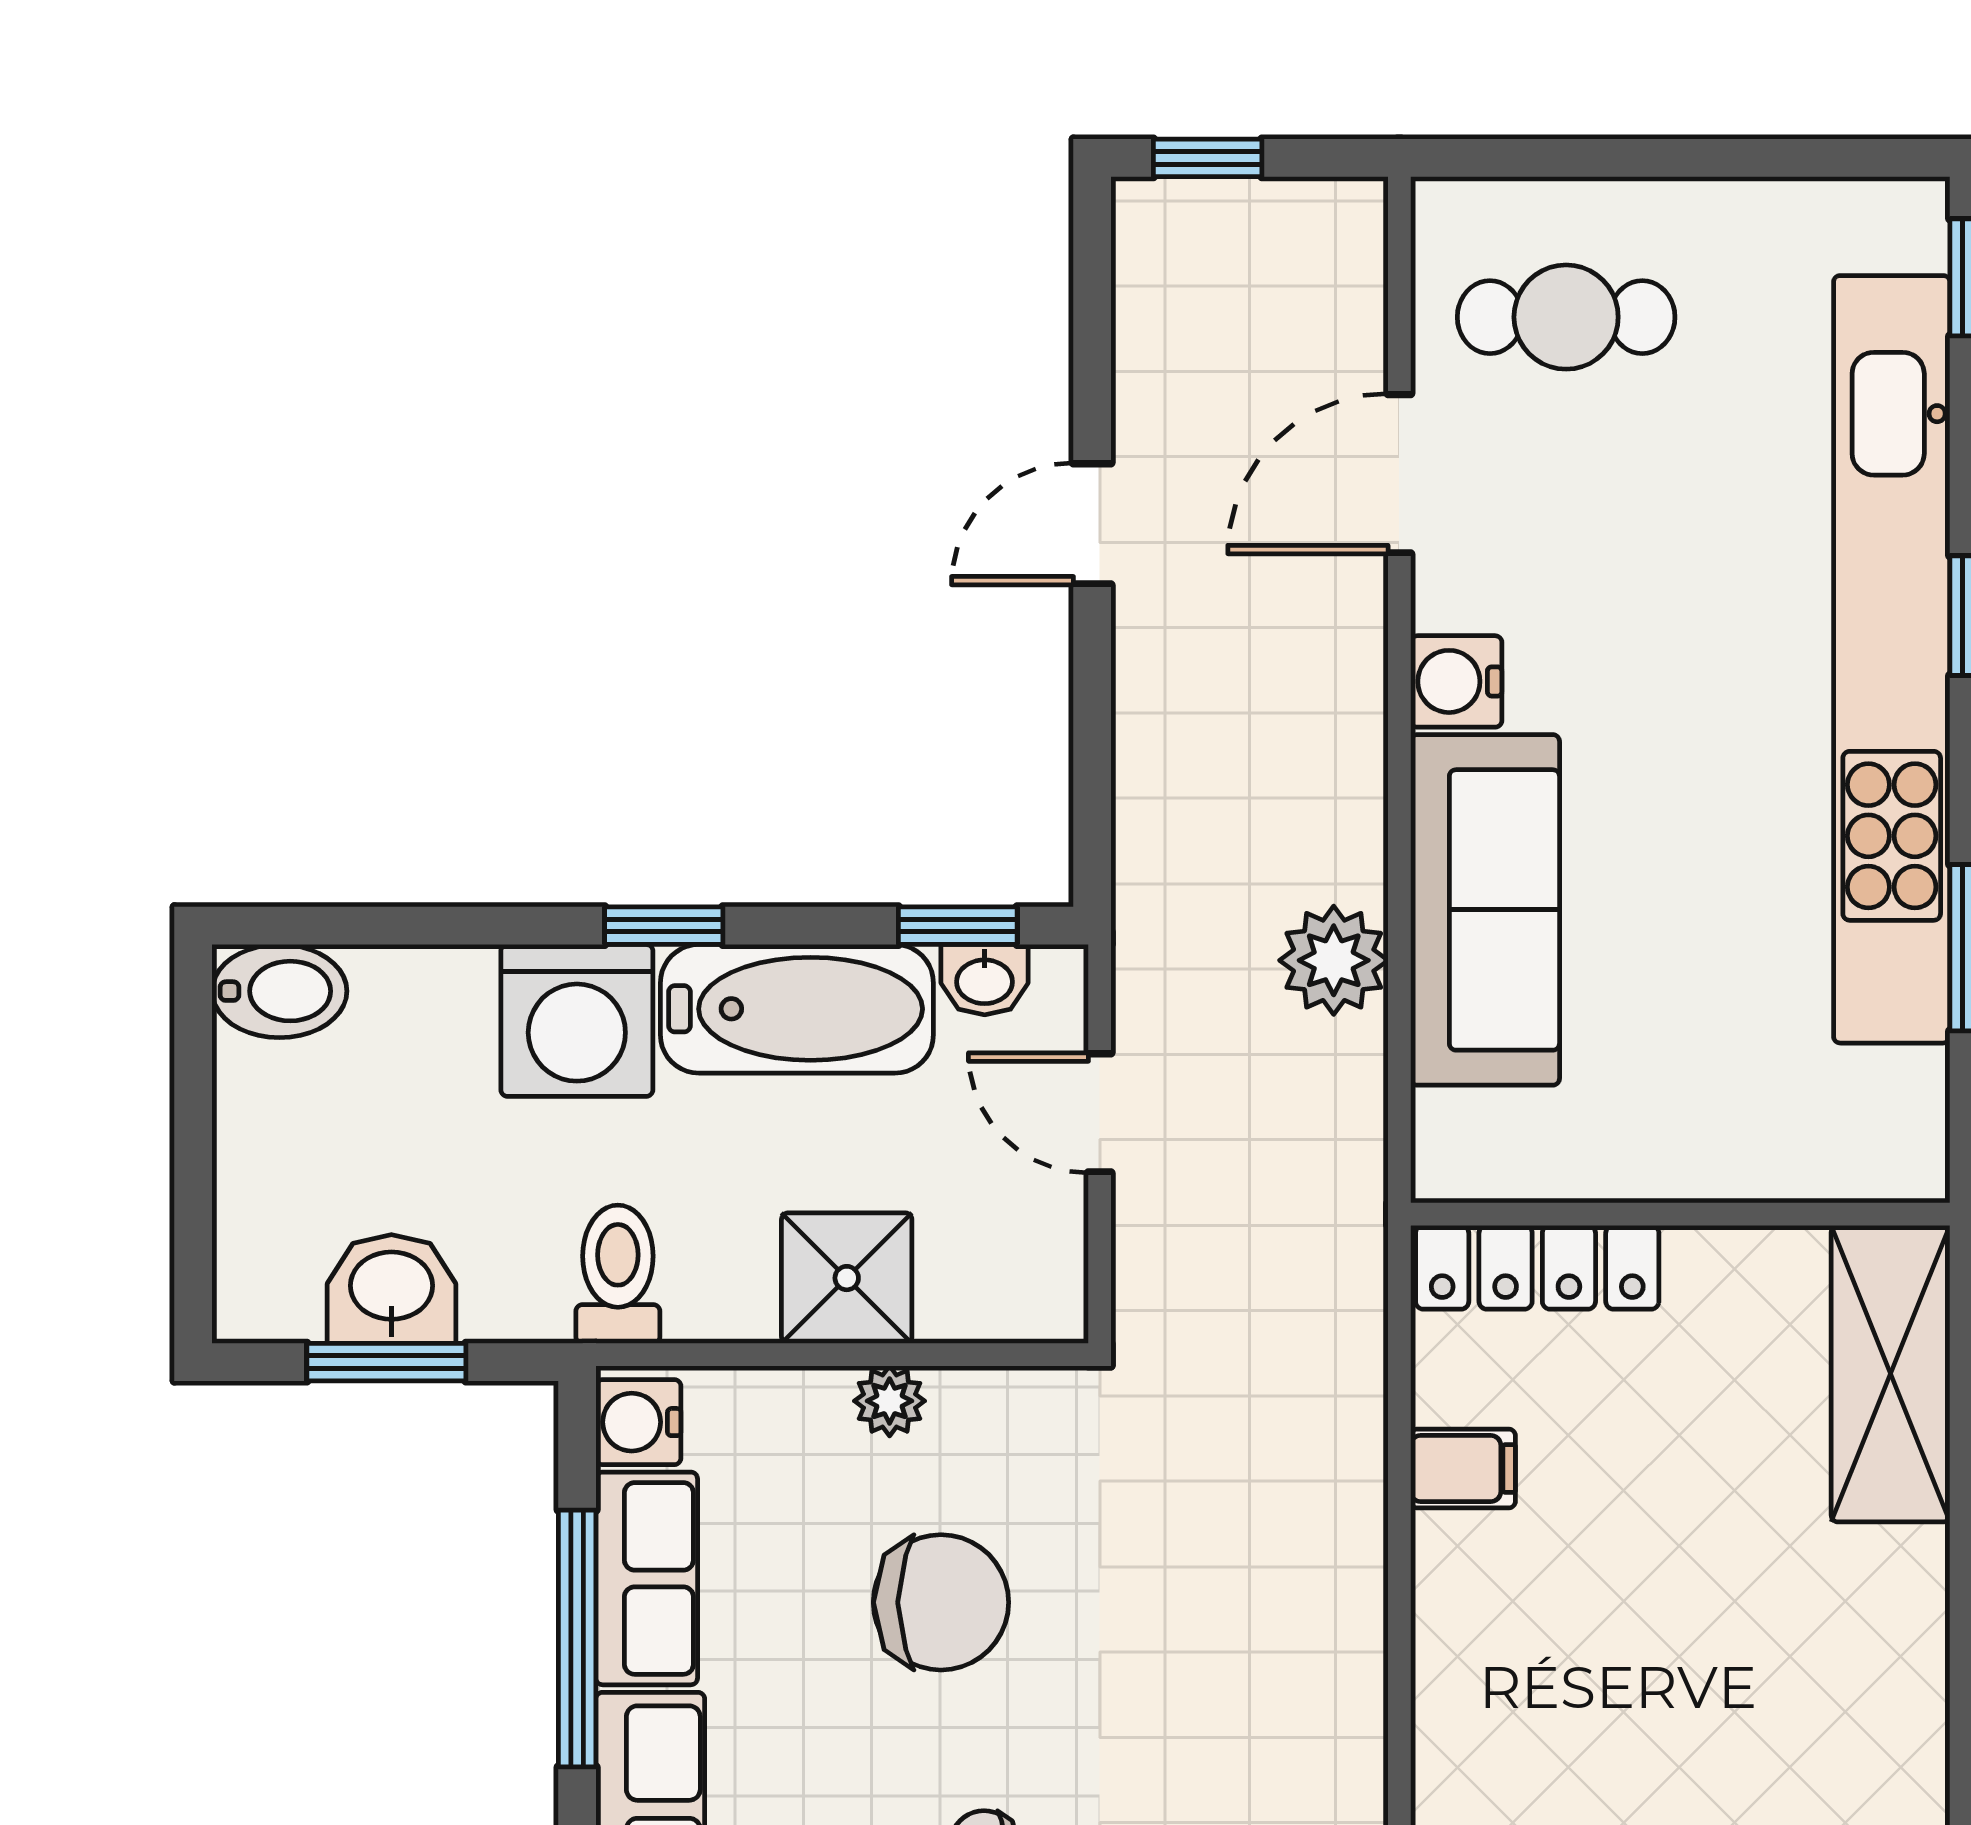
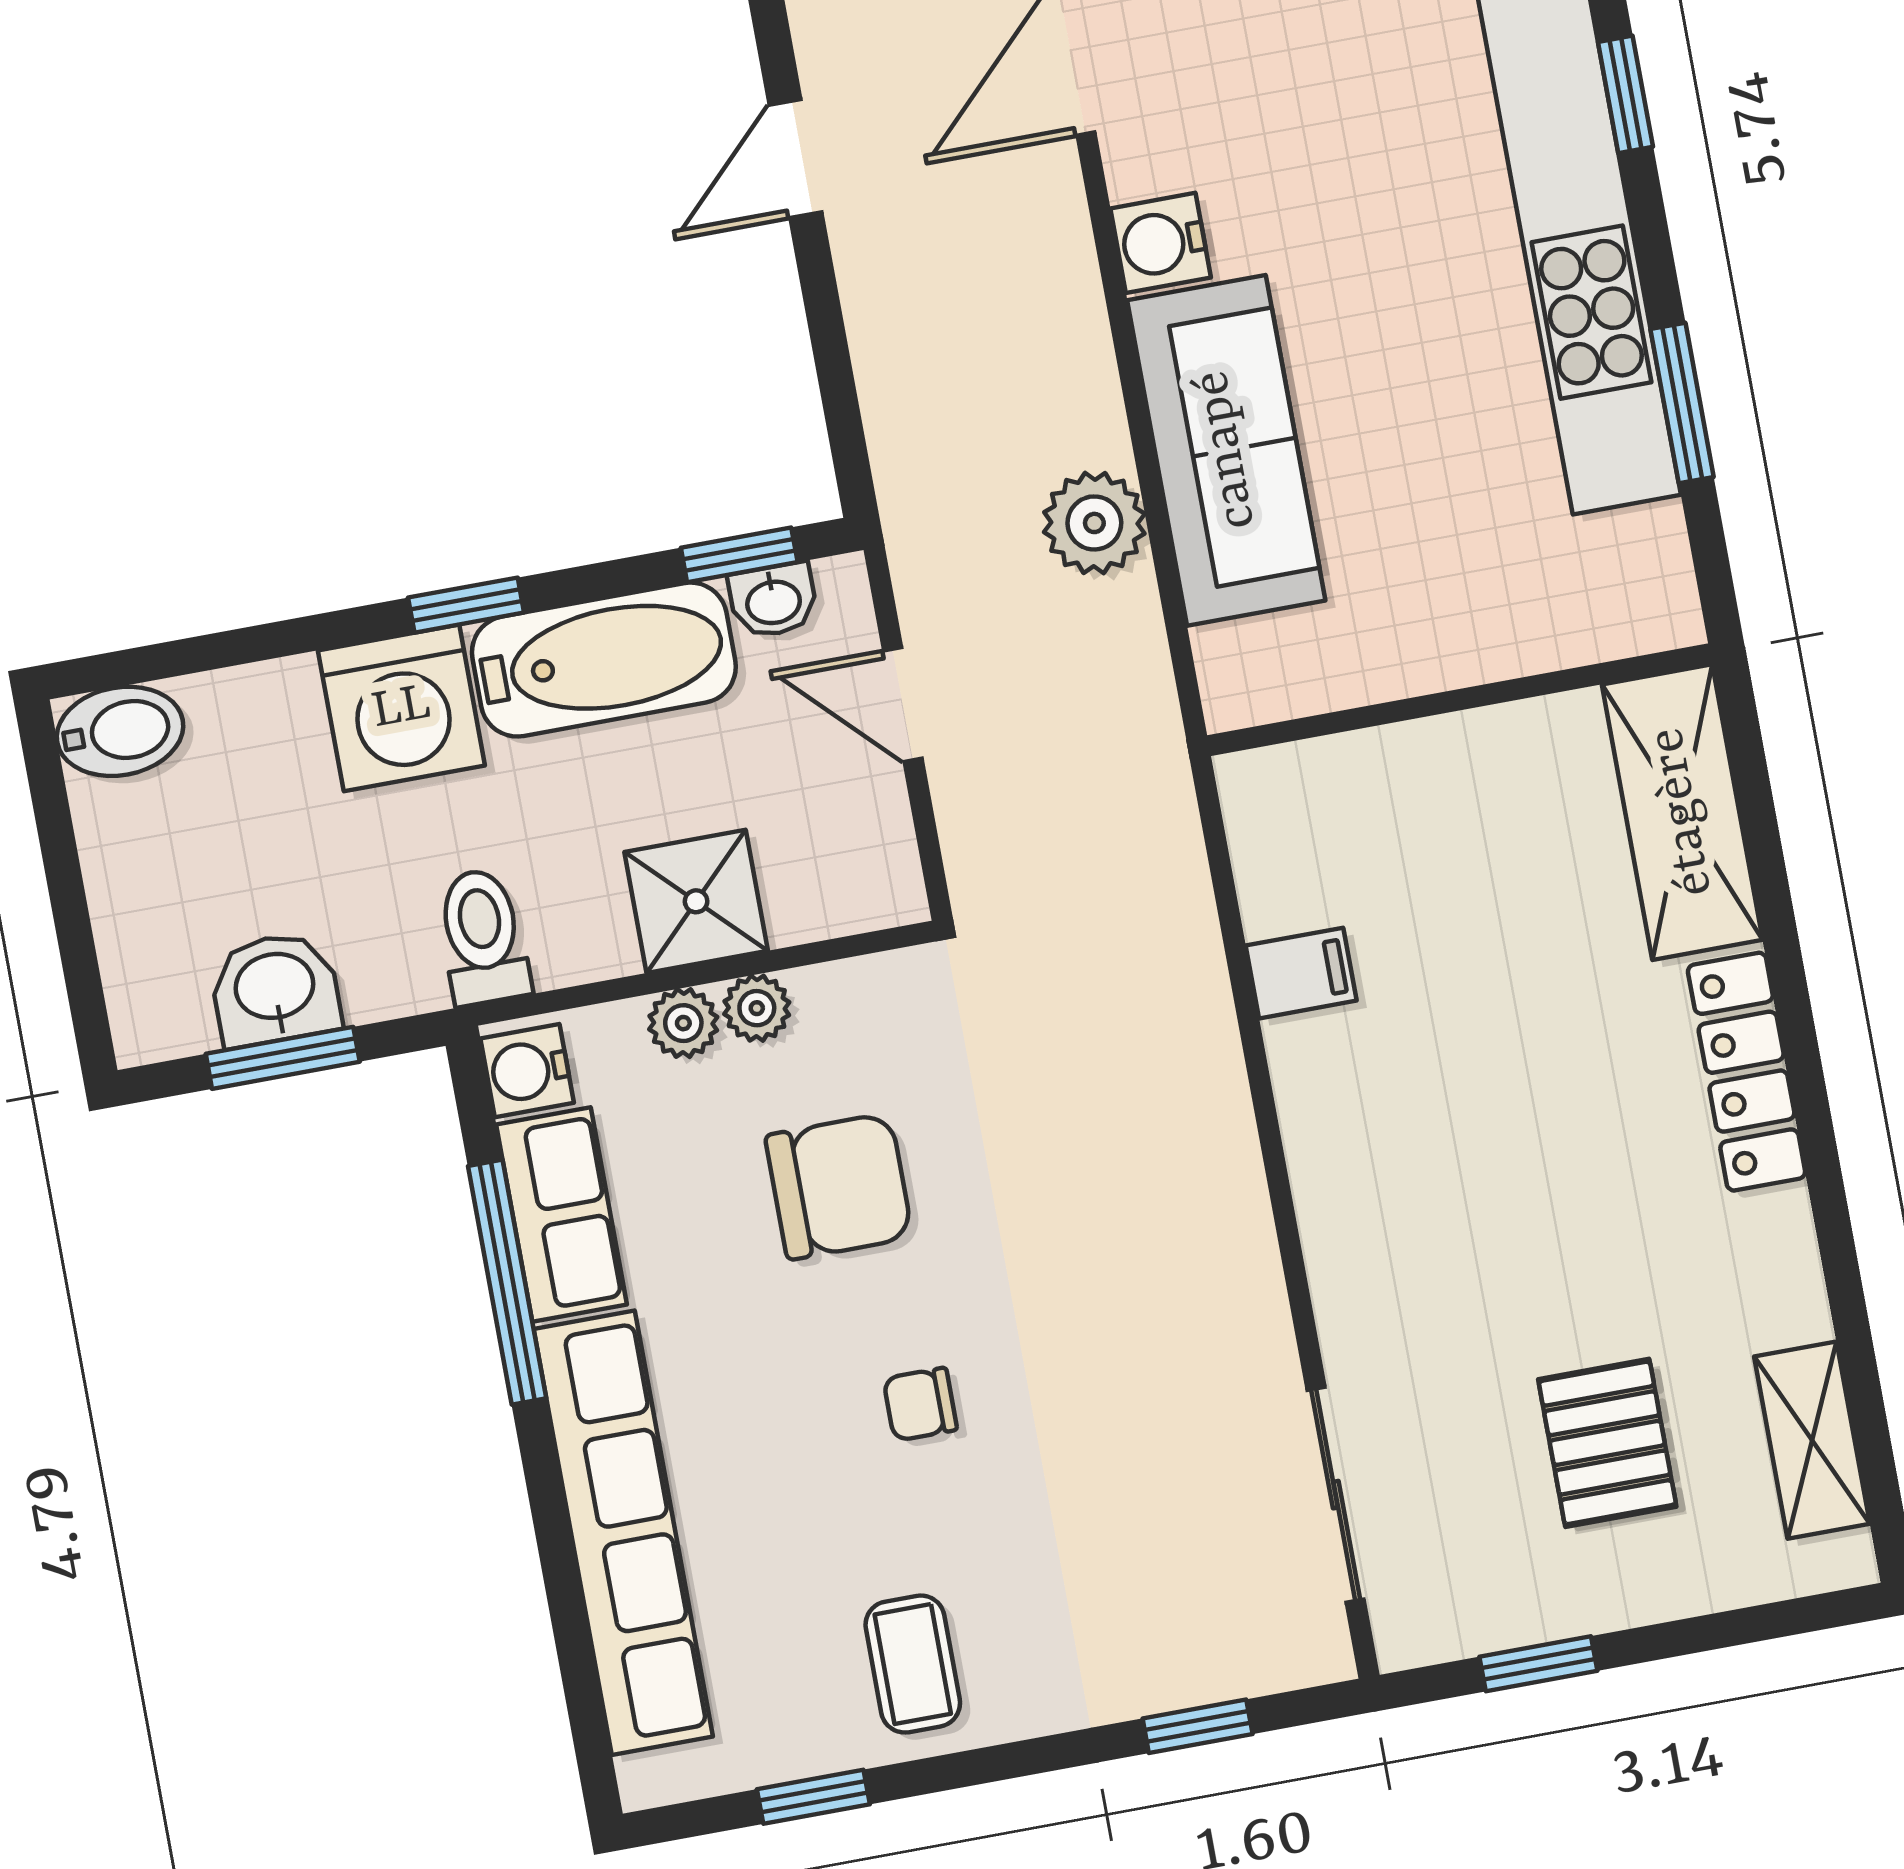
locker: (1537, 1267) -> (1747, 1072), moved, turned 90
plant: (810, 1402) -> (683, 1023), added

